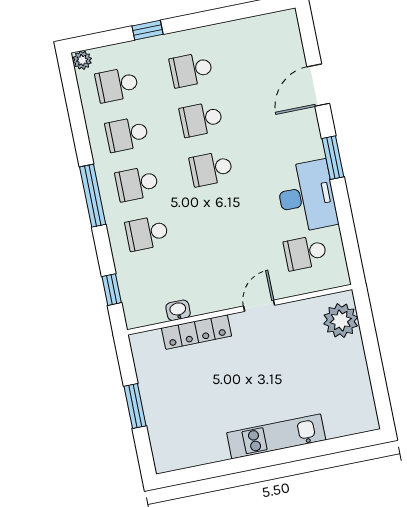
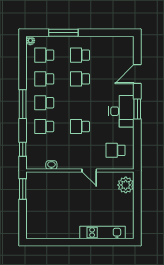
window: (148, 30) -> (63, 33), width x2.17
school desk: (211, 169) -> (80, 127), moved
desk: (307, 196) -> (121, 111), moved
door: (259, 306) -> (89, 171), swing flipped
locker: (196, 332) -> (58, 177), removed
window: (135, 406) -> (23, 189), moved
kitchen unit: (276, 436) -> (102, 232), moved

